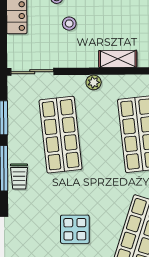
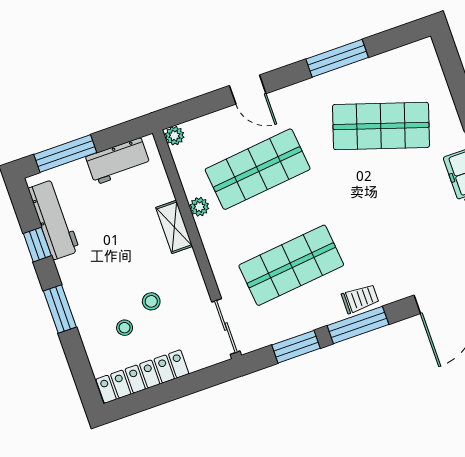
plant: (94, 82) -> (199, 207), moved
display table: (75, 229) -> (401, 208), removed

